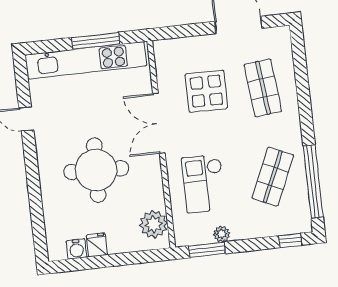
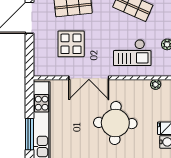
window: (96, 41) -> (29, 134), moved
plant: (154, 224) -> (156, 84), width x0.53, depth x0.53

